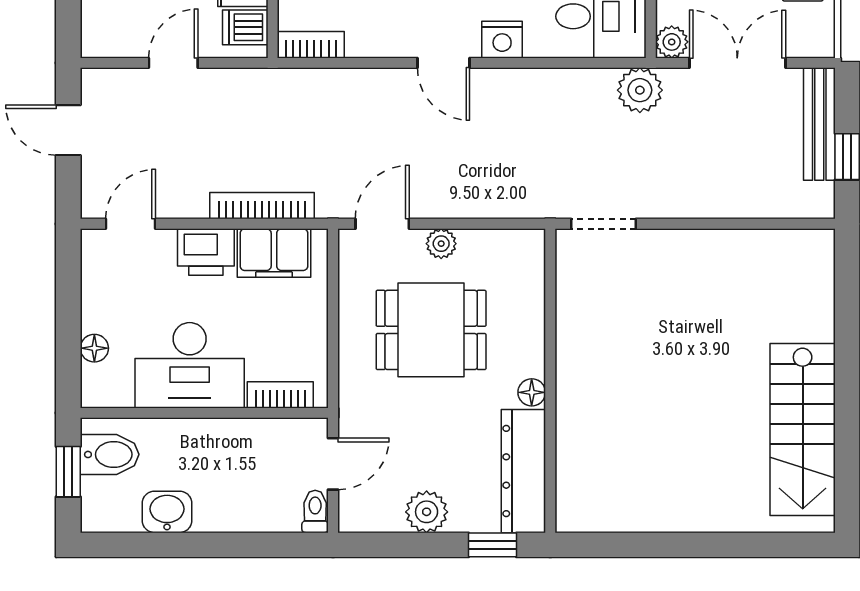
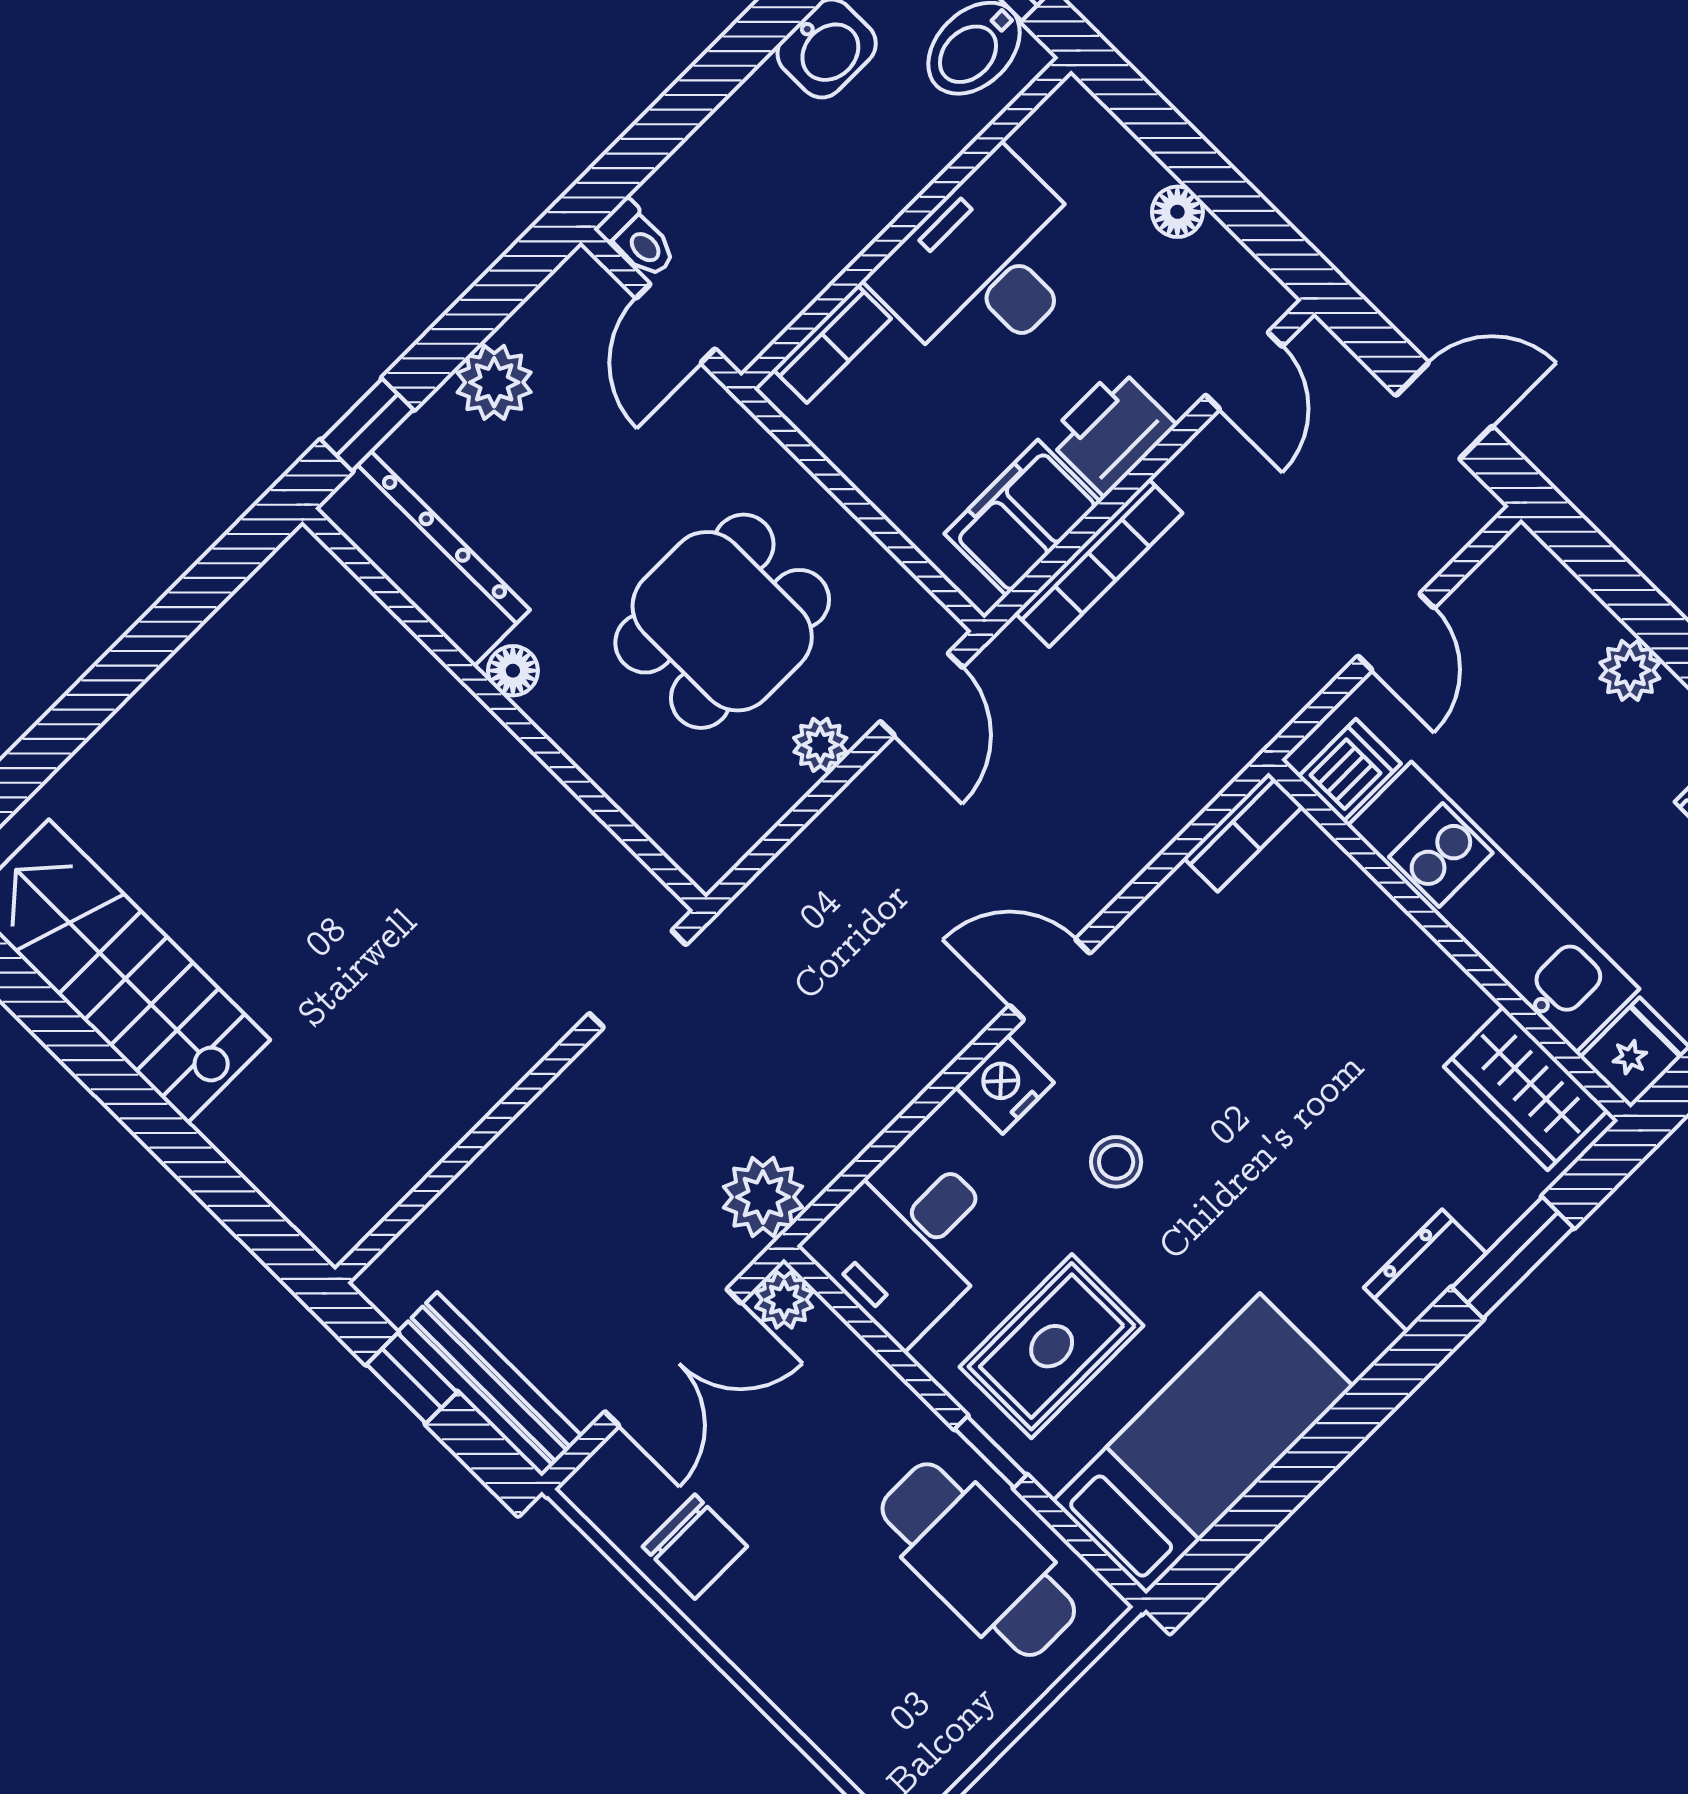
floor lamp: (94, 348) -> (1177, 212), moved

